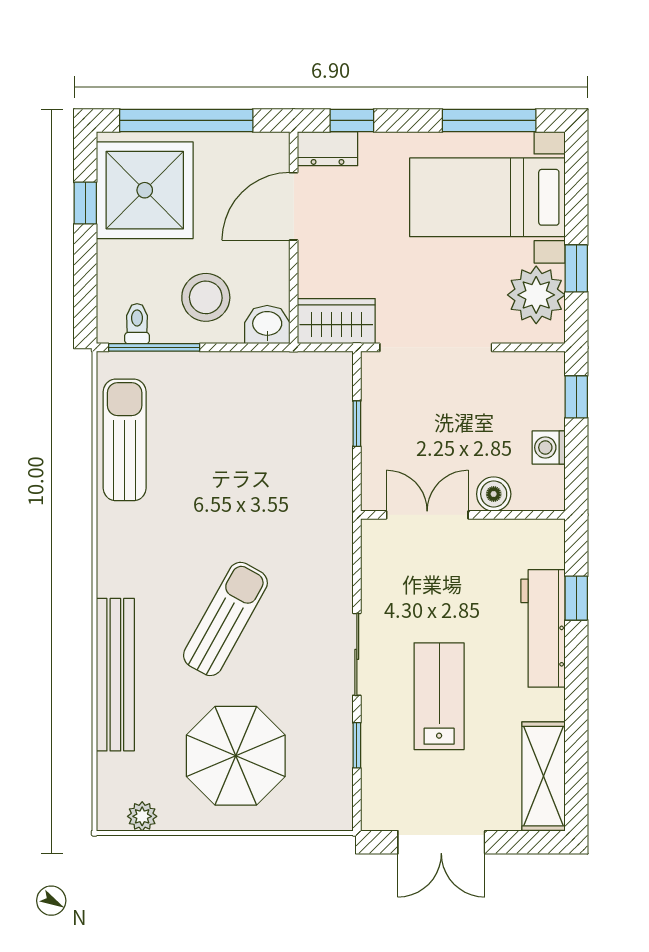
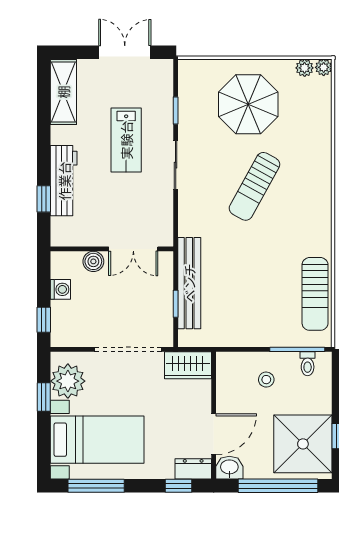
stool: (206, 297) -> (266, 380), width x0.53, depth x0.53
washbasin: (267, 325) -> (229, 468), moved, turned 180
bench: (115, 675) -> (189, 283), moved
plant: (110, 817) -> (324, 67), added

